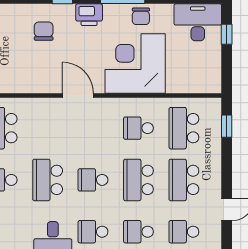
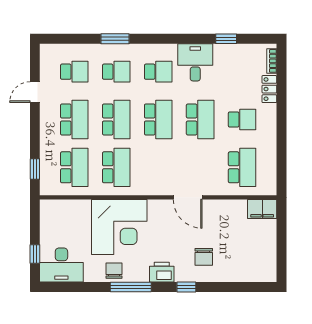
door: (78, 96) -> (188, 197), moved
school desk: (138, 128) -> (116, 167), width x1.85
school desk: (93, 180) -> (158, 119), width x1.85

